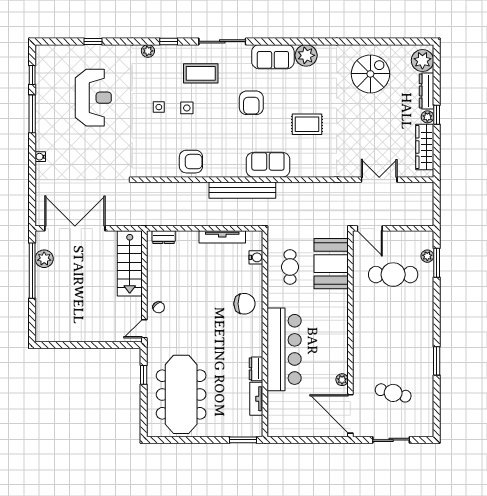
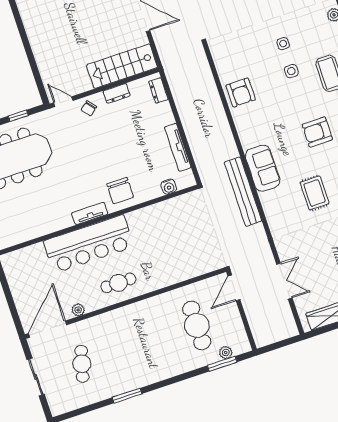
bench: (242, 190) -> (243, 192), moved
booth: (331, 264) -> (187, 262), removed
cafe table: (290, 267) -> (118, 283), moved
dresser: (256, 369) -> (117, 93), moved, turned 180
tv unit: (256, 399) -> (90, 213), moved

